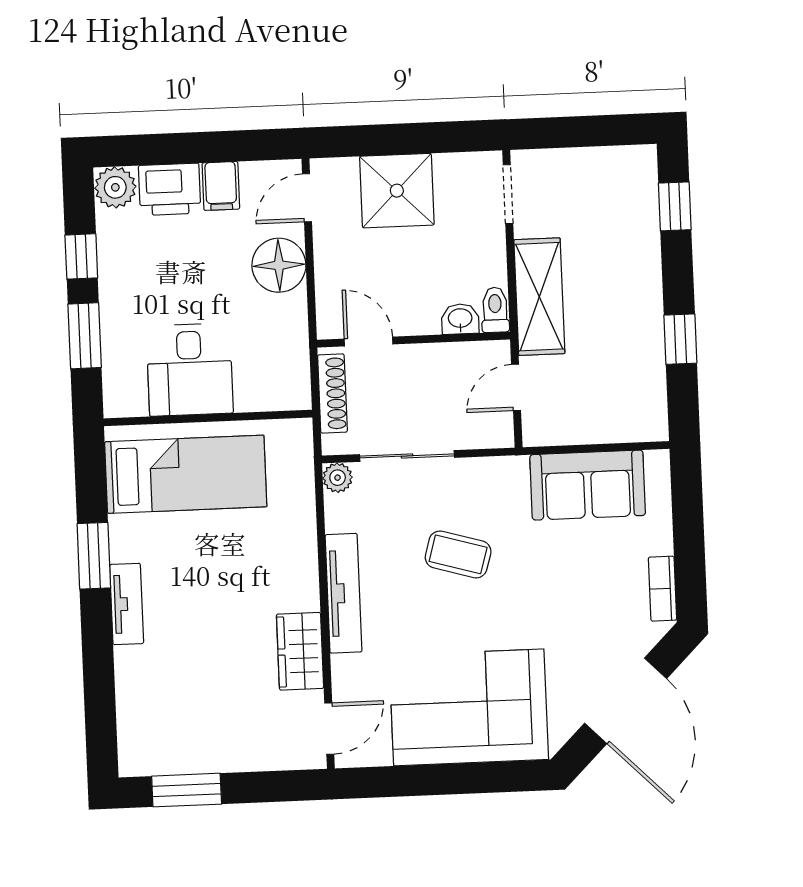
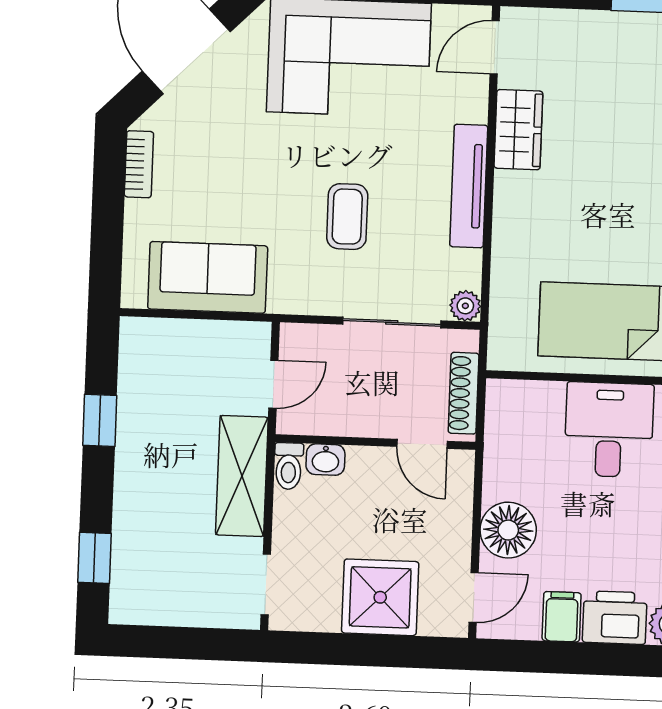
coffee table: (458, 554) -> (347, 217), turned 74

